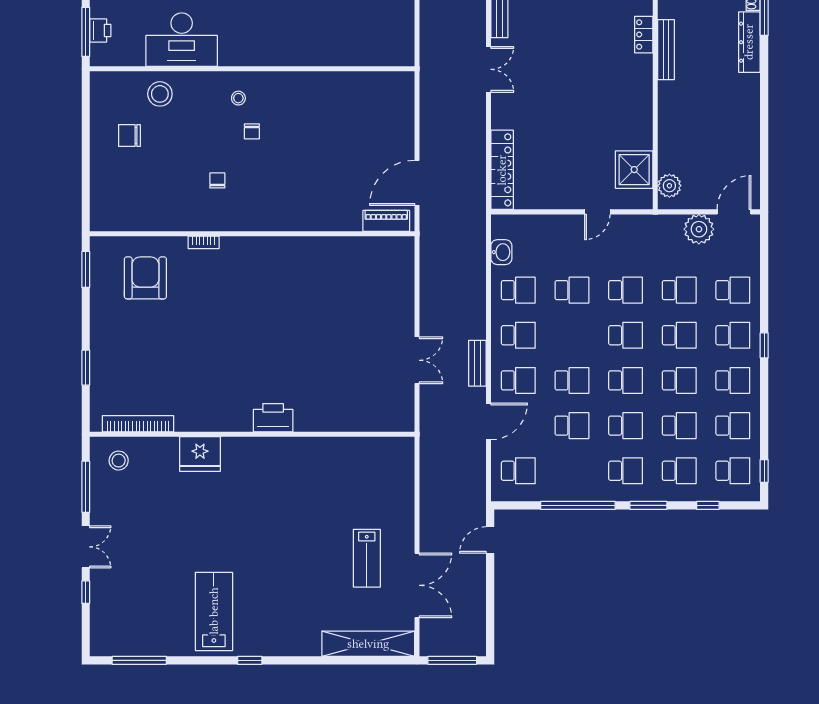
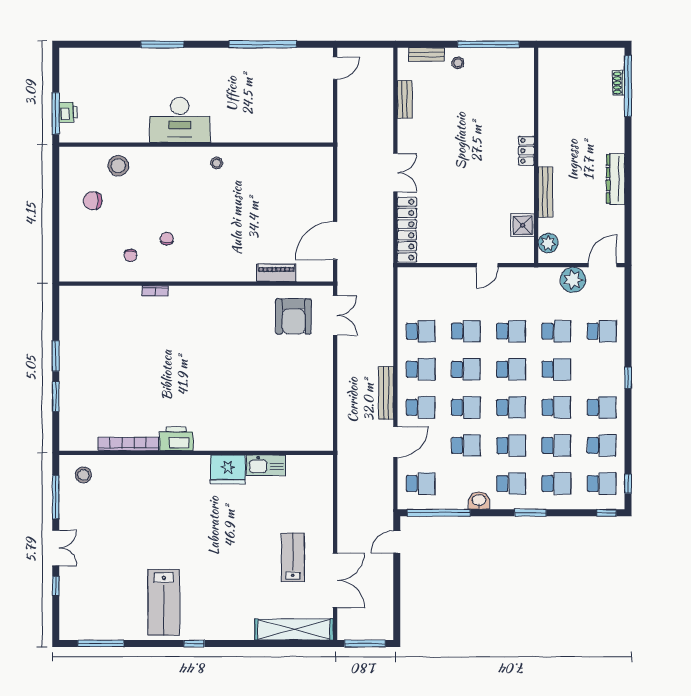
locker: (644, 35) -> (526, 151), moved
desk: (182, 40) -> (180, 120), moved
dresser: (749, 42) -> (616, 179), moved
bench: (666, 50) -> (545, 192), moved
double door: (489, 69) -> (395, 173), moved
stool: (238, 98) -> (217, 163), moved
chair: (252, 131) -> (131, 255), moved
shower: (634, 170) -> (523, 225), width x0.73, depth x0.73
piano: (386, 221) -> (276, 273), moved
washbasin: (501, 252) -> (479, 501), moved, turned -90
window: (86, 269) -> (56, 356), moved
armchair: (145, 278) -> (294, 316), moved, turned 180
school desk: (733, 335) -> (466, 369), moved
double door: (417, 360) -> (335, 315), moved
bench: (477, 363) -> (386, 393), width x1.36
printer: (273, 418) -> (176, 439), moved
bookcase: (138, 424) -> (128, 444), moved
kitchen sink: (335, 449) -> (266, 465), added
fridge: (200, 454) -> (228, 469), moved
window: (578, 505) -> (439, 513), moved
window: (708, 505) -> (606, 513), moved
lab bench: (367, 558) -> (293, 557), turned 180
lab bench: (214, 611) -> (164, 602), turned 180

